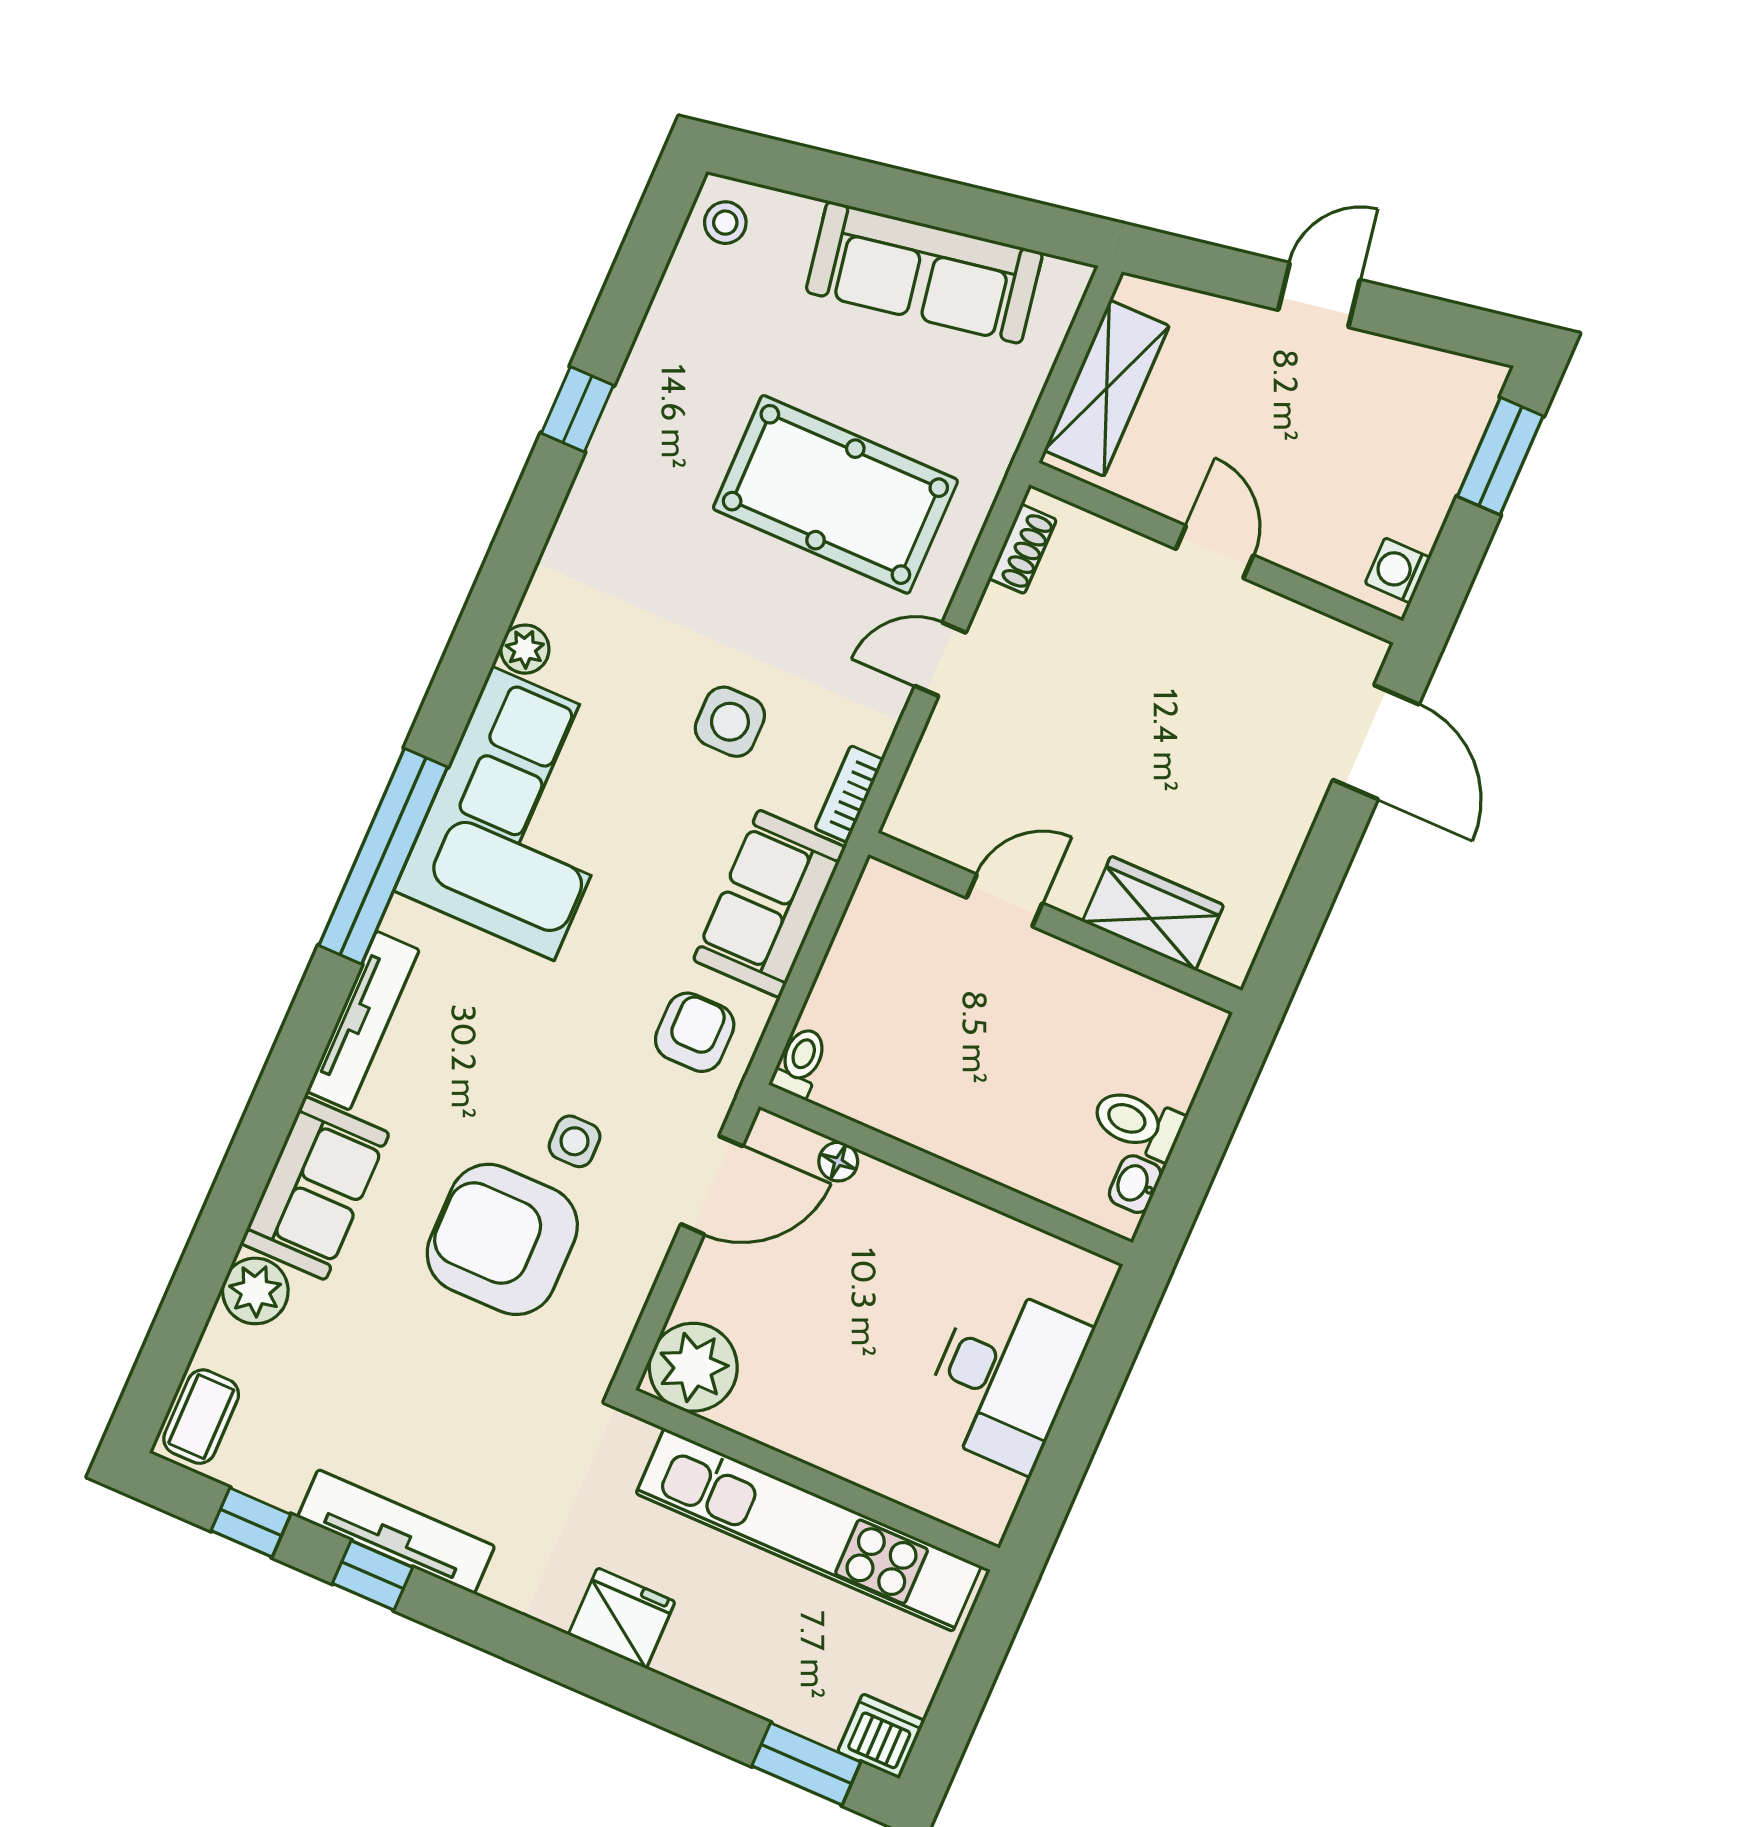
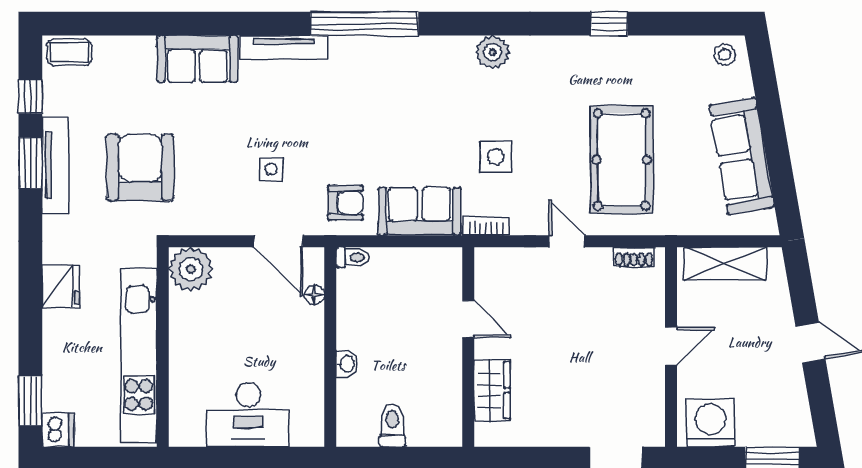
washing machine: (1398, 570) -> (710, 423), width x1.89, depth x1.89
plant: (525, 649) -> (493, 52), width x1.38, depth x1.38
corner sofa: (523, 813) -> (412, 79), removed
washbasin: (1135, 1184) -> (347, 364), moved, turned 90
armchair: (502, 1239) -> (140, 167), moved
plant: (255, 1291) -> (138, 52), removed
window: (372, 1575) -> (30, 163), width x1.50

